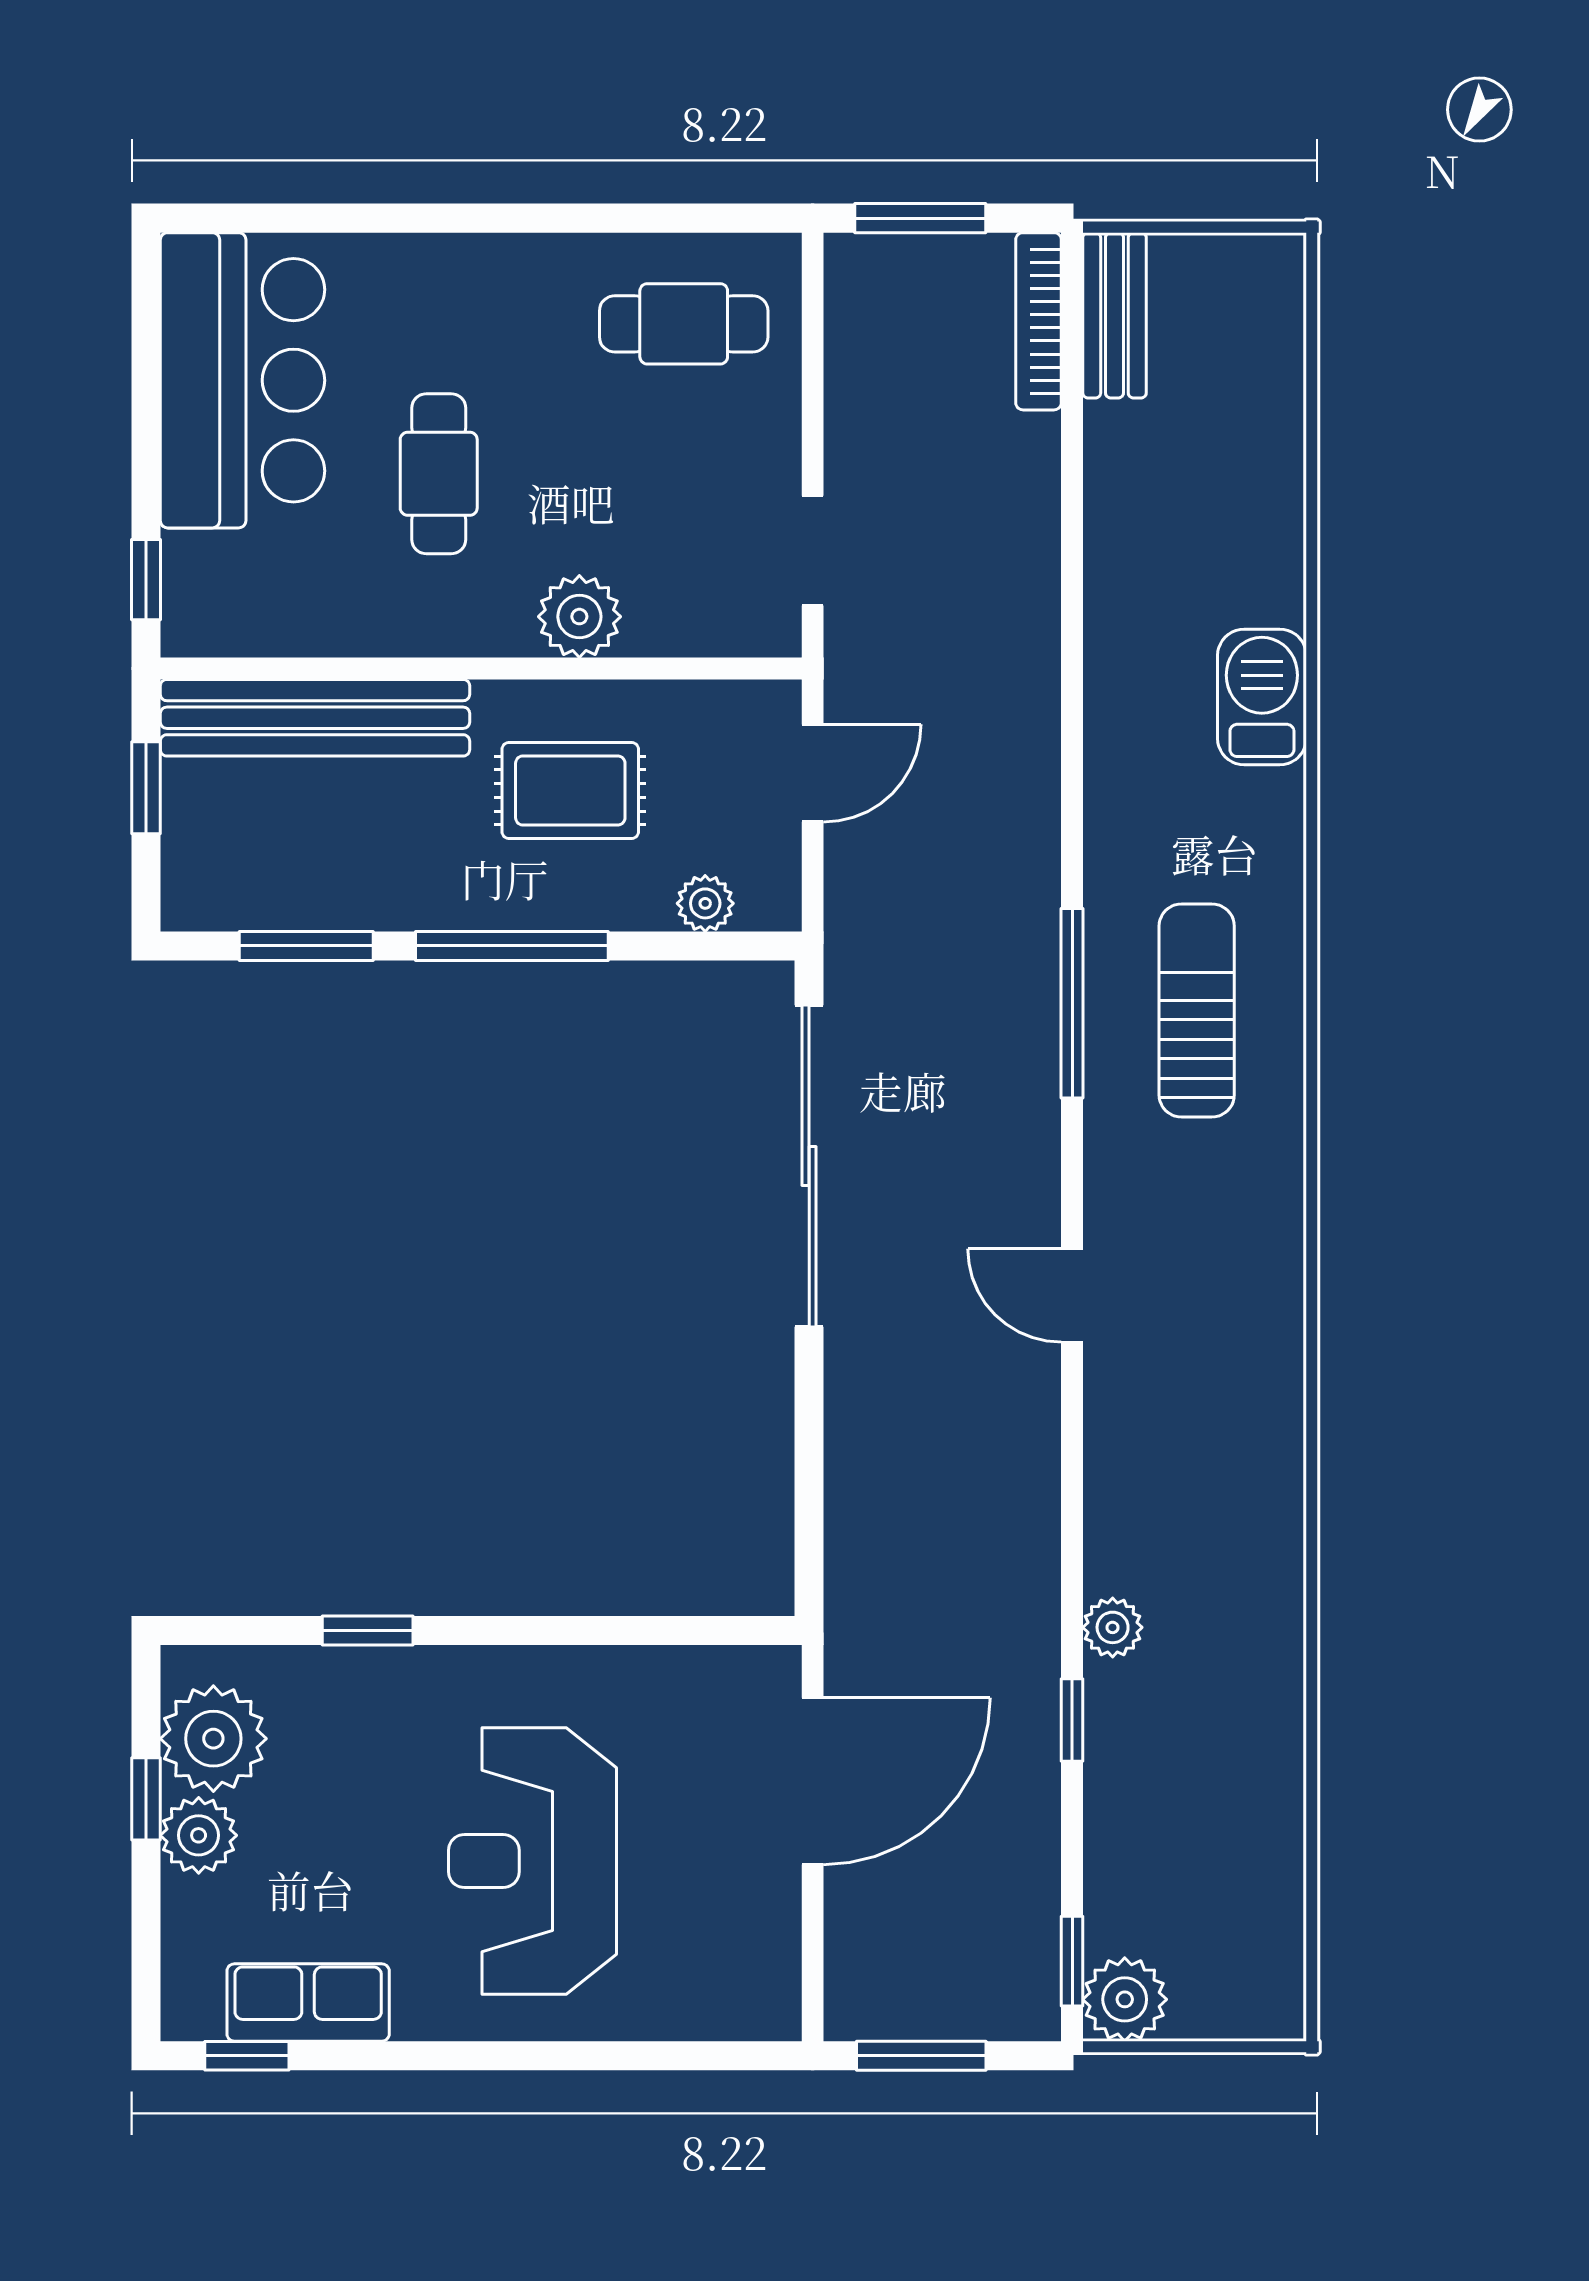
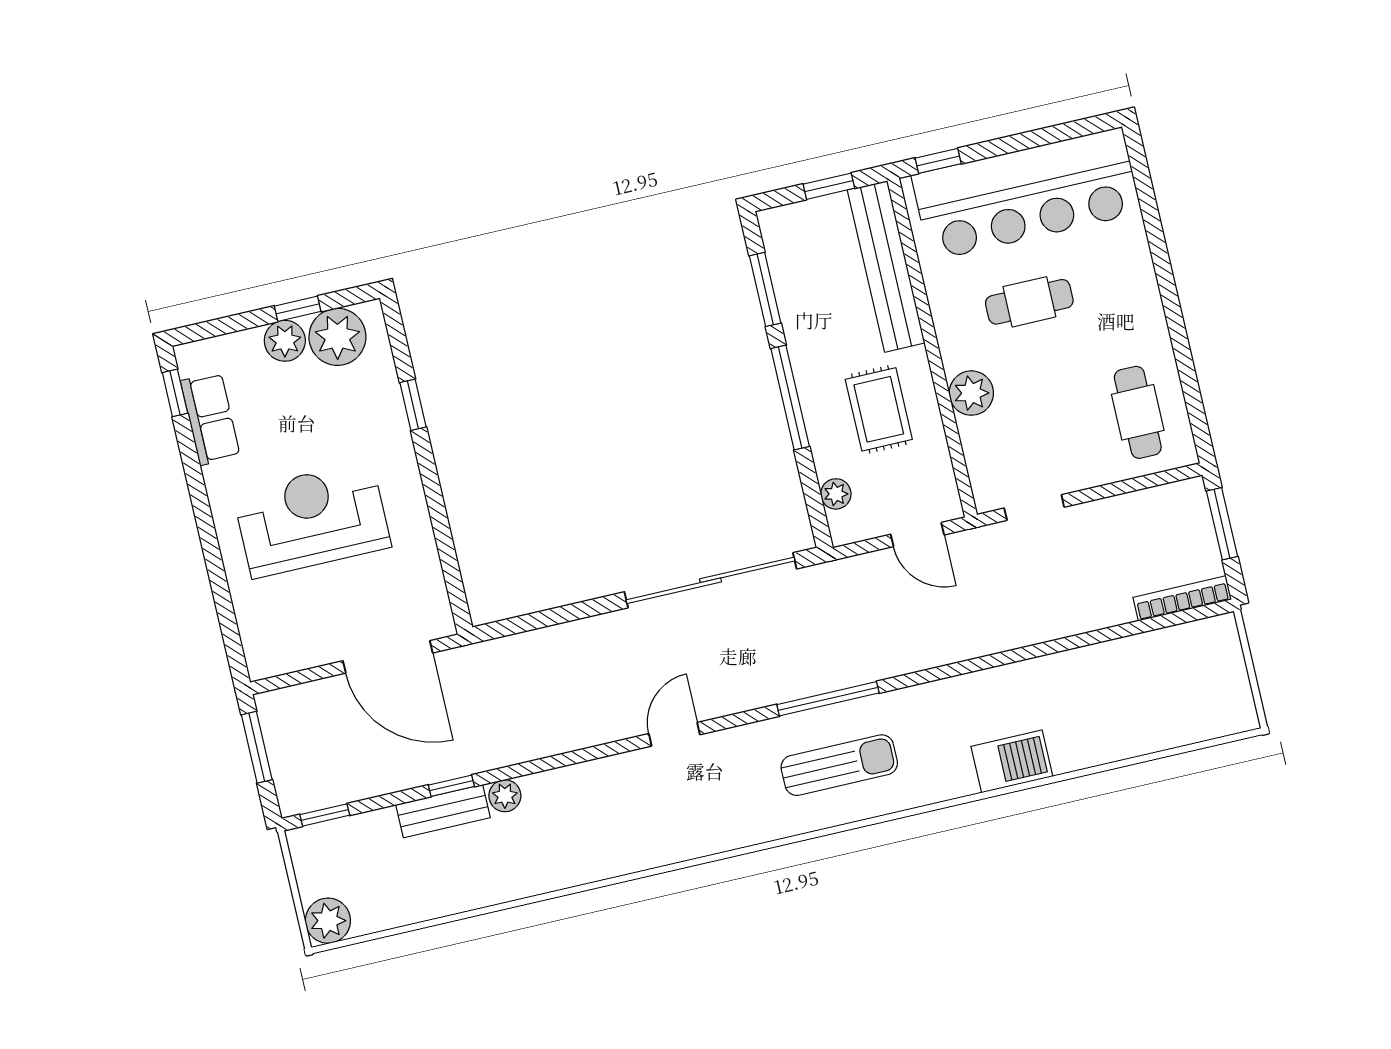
bench: (1114, 315) -> (443, 811), moved
bar counter: (243, 380) -> (1026, 194), width x1.36
plant: (1125, 1999) -> (328, 921), moved

